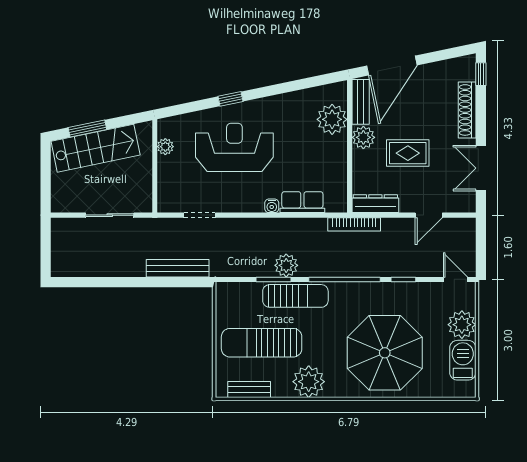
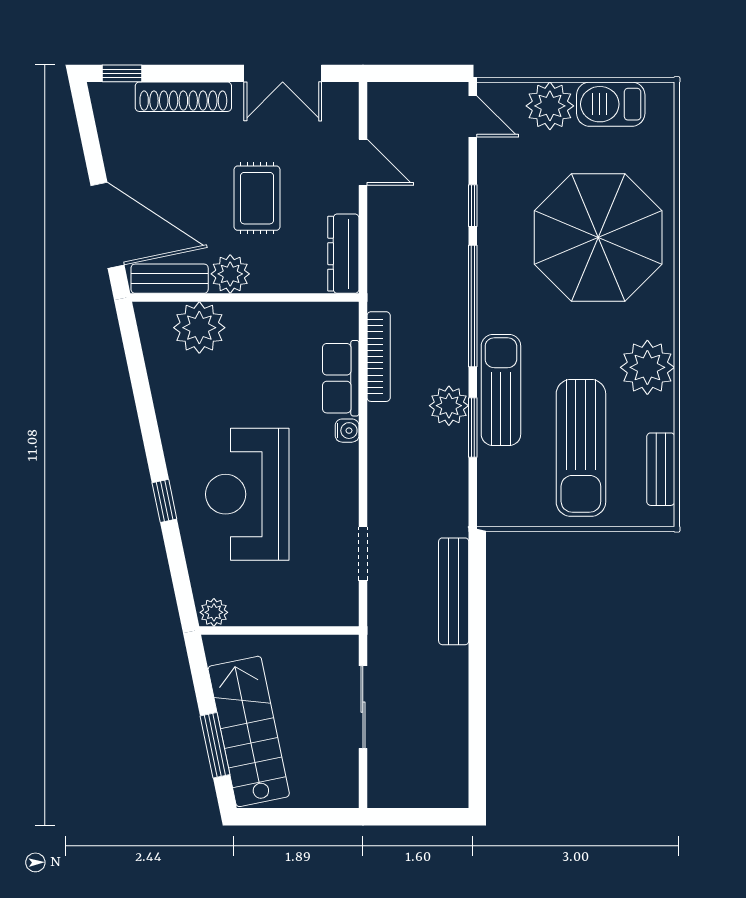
plant: (165, 147) -> (214, 612), moved
bookcase: (354, 224) -> (379, 357), moved
door: (456, 279) -> (473, 117), swing flipped

